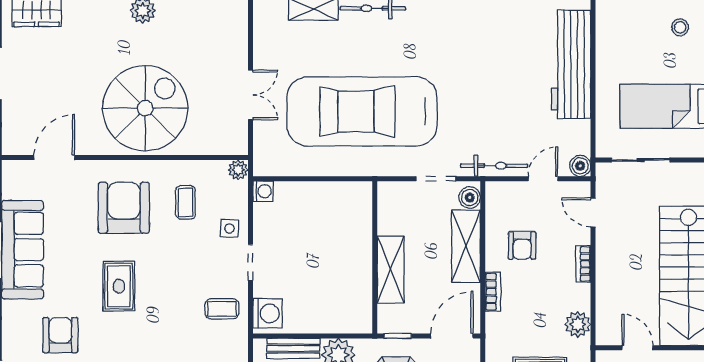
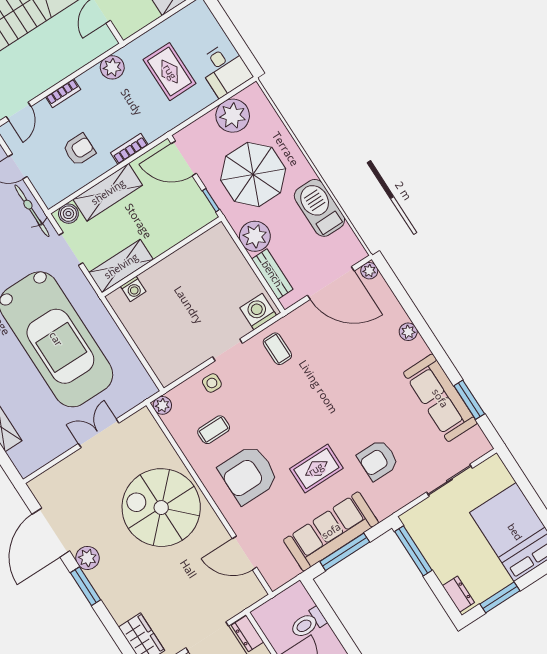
washing machine: (263, 191) -> (133, 289), moved, turned 180
shelving: (391, 270) -> (121, 266), moved
rug: (119, 286) -> (316, 469), moved

